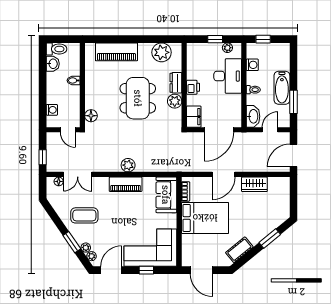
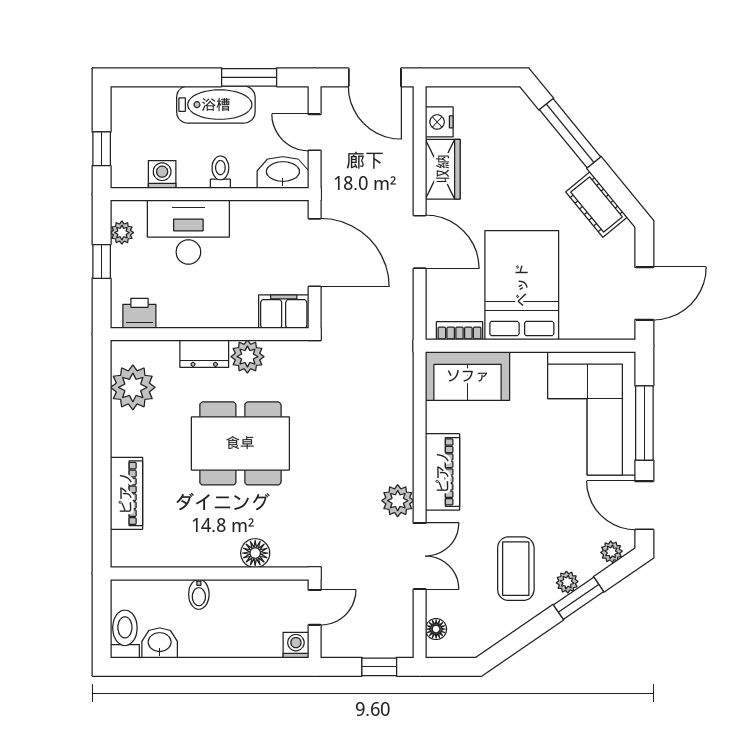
piano: (116, 52) -> (126, 493), width x0.73, depth x0.75
printer: (193, 87) -> (139, 313), moved
washing machine: (52, 110) -> (296, 645), moved
floor lamp: (91, 116) -> (255, 553), moved
plant: (128, 165) -> (398, 501), moved
double door: (78, 174) -> (420, 556), moved
nightstand: (275, 183) -> (439, 122), added
window: (270, 239) -> (570, 133), width x1.44
plant: (86, 248) -> (567, 582), moved
window: (146, 270) -> (644, 423), width x2.17

